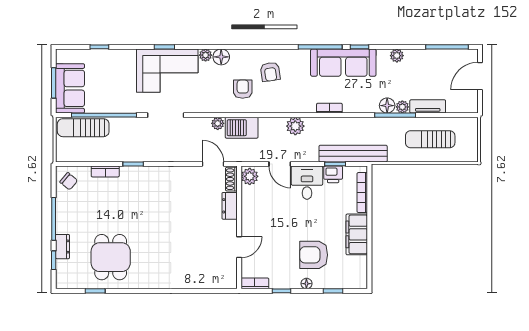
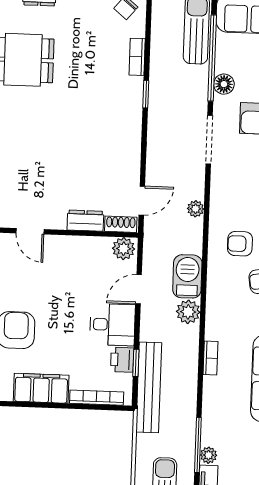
armchair: (243, 89) -> (240, 244), turned 180
floor lamp: (387, 106) -> (224, 84), moved
barbecue: (242, 128) -> (187, 276), moved

